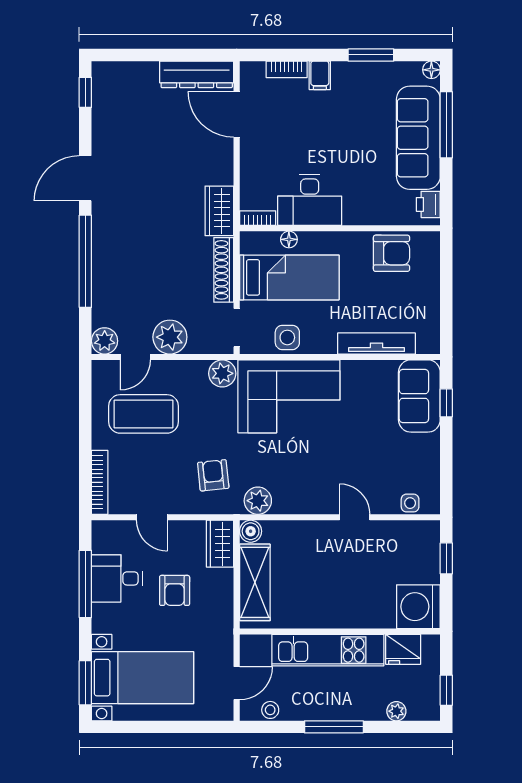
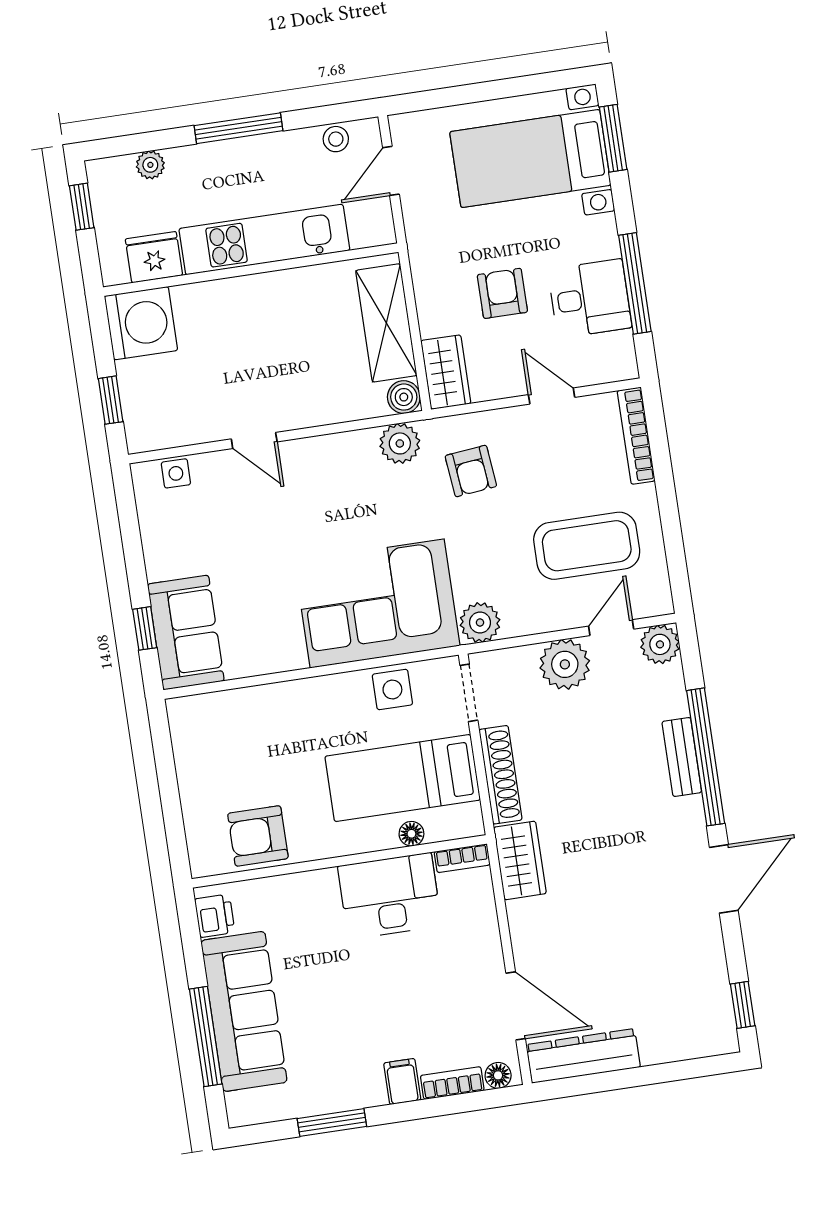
floor lamp: (431, 70) -> (498, 1075), moved
bench: (101, 264) -> (682, 757), added
tv unit: (376, 343) -> (260, 700), removed

